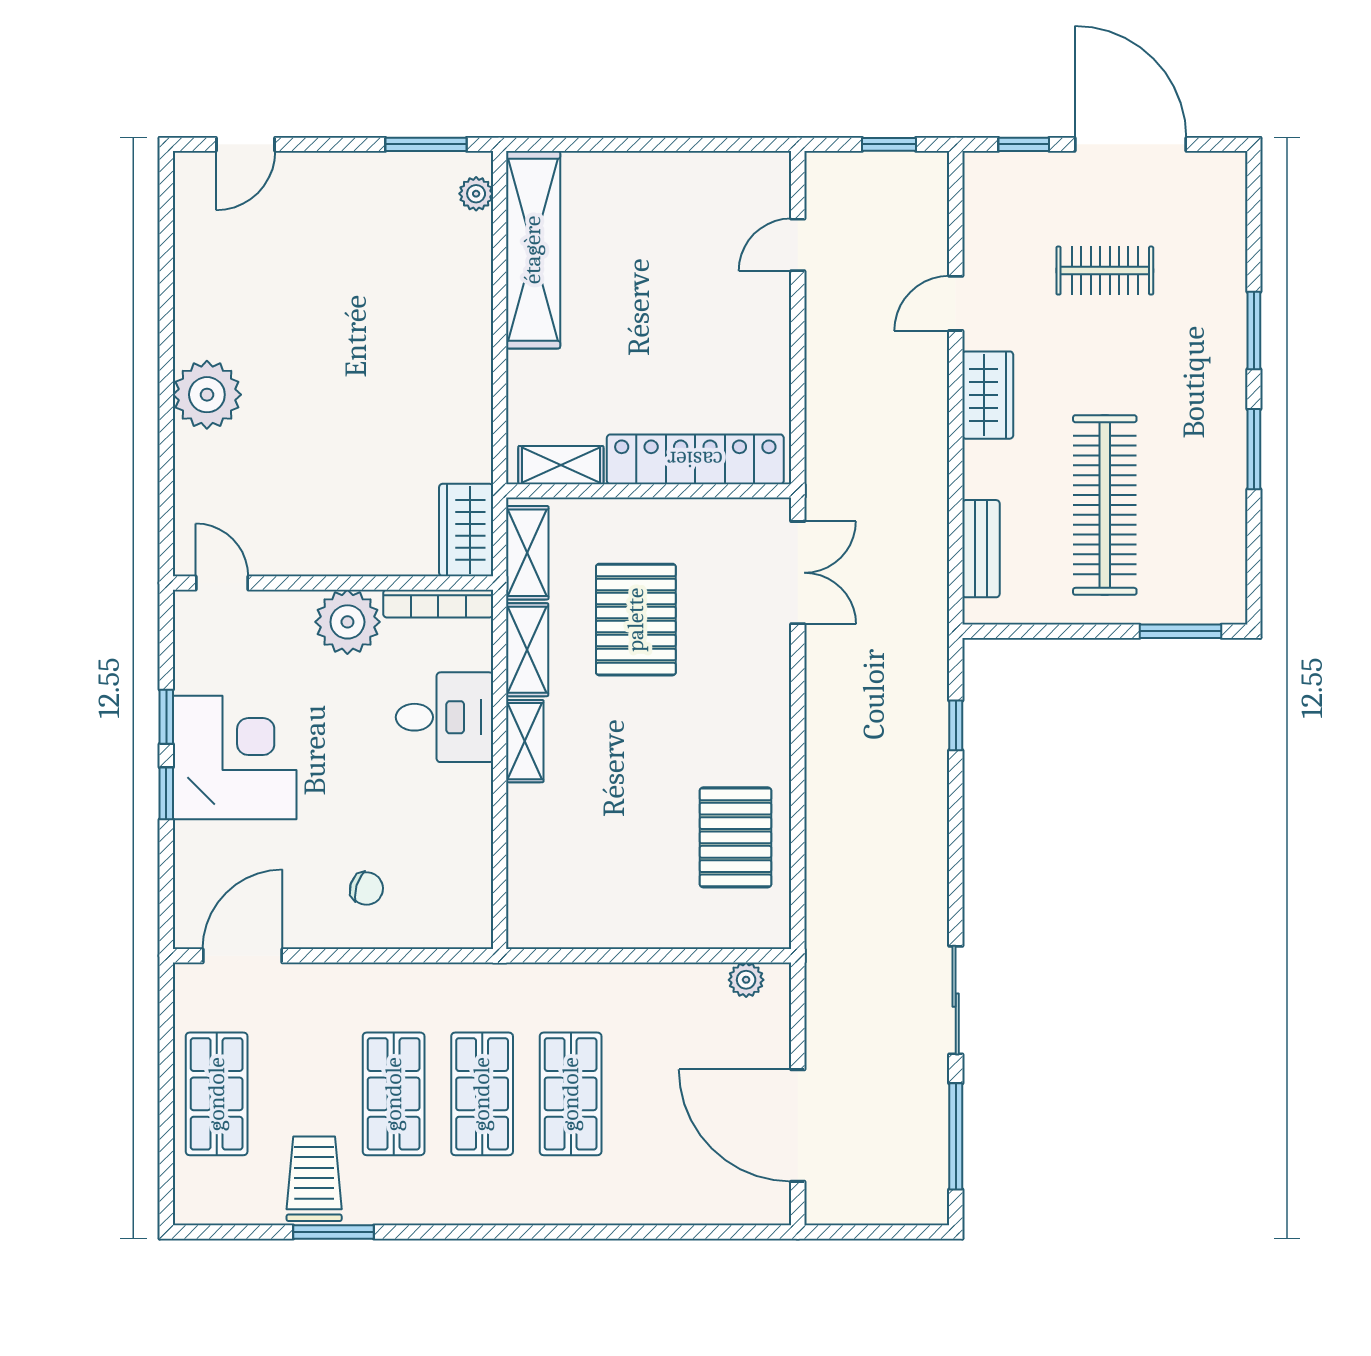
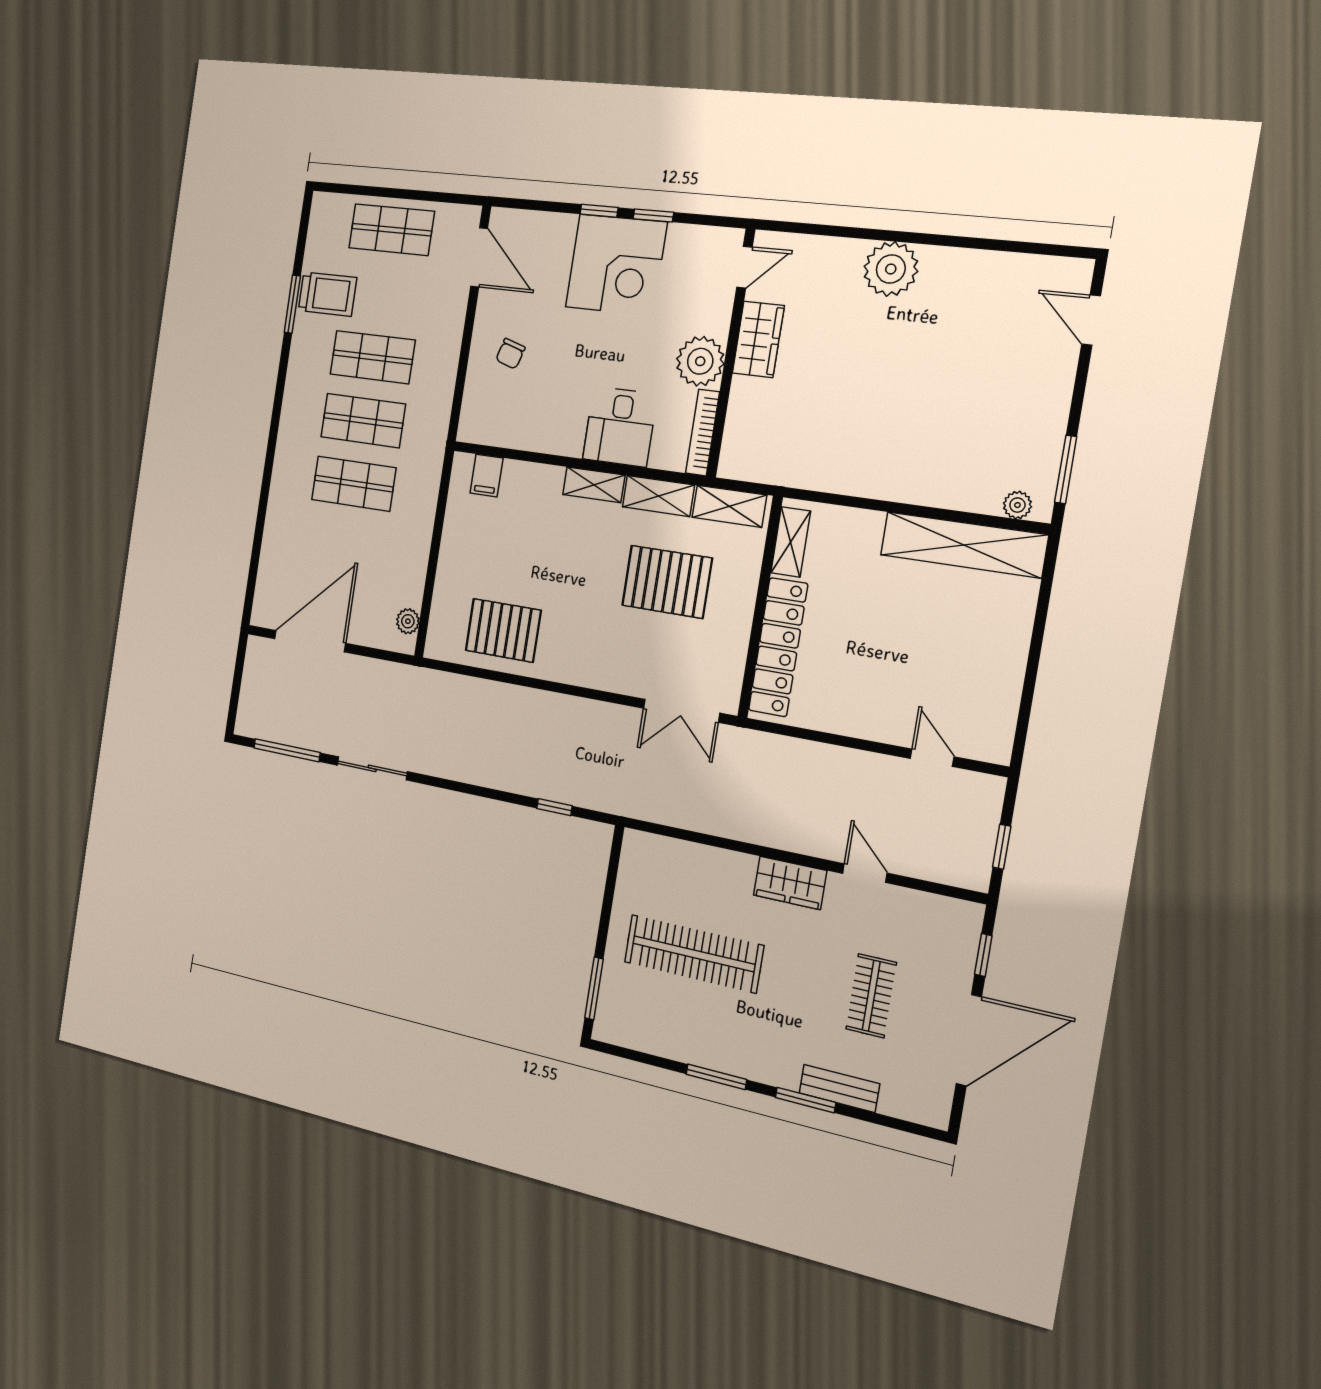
wardrobe: (466, 530) -> (758, 339), moved, turned 90
bench: (981, 549) -> (839, 1088), moved
filing cabinet: (533, 896) -> (487, 476), added

